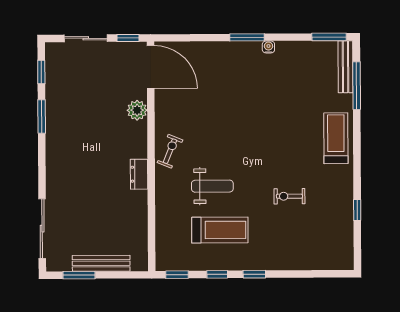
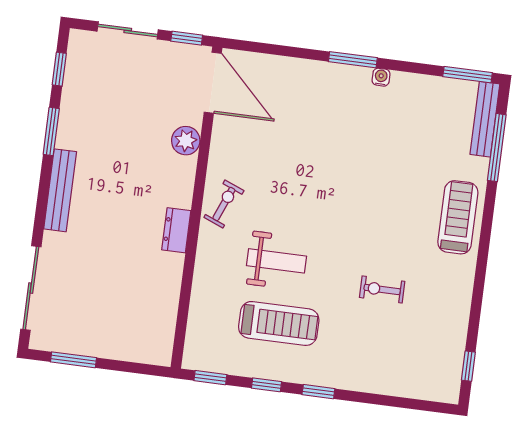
window: (357, 210) -> (468, 366), moved
bench: (101, 263) -> (60, 190), moved, turned 90

